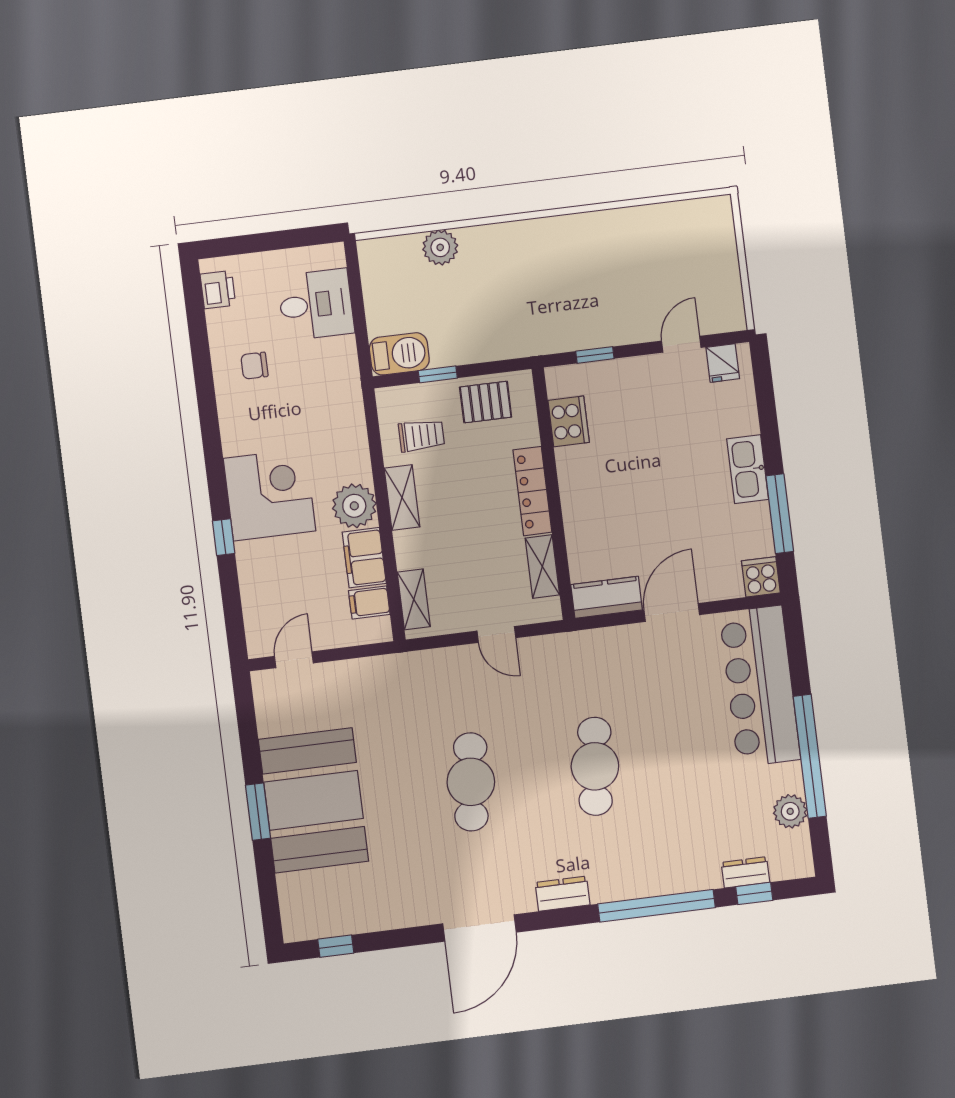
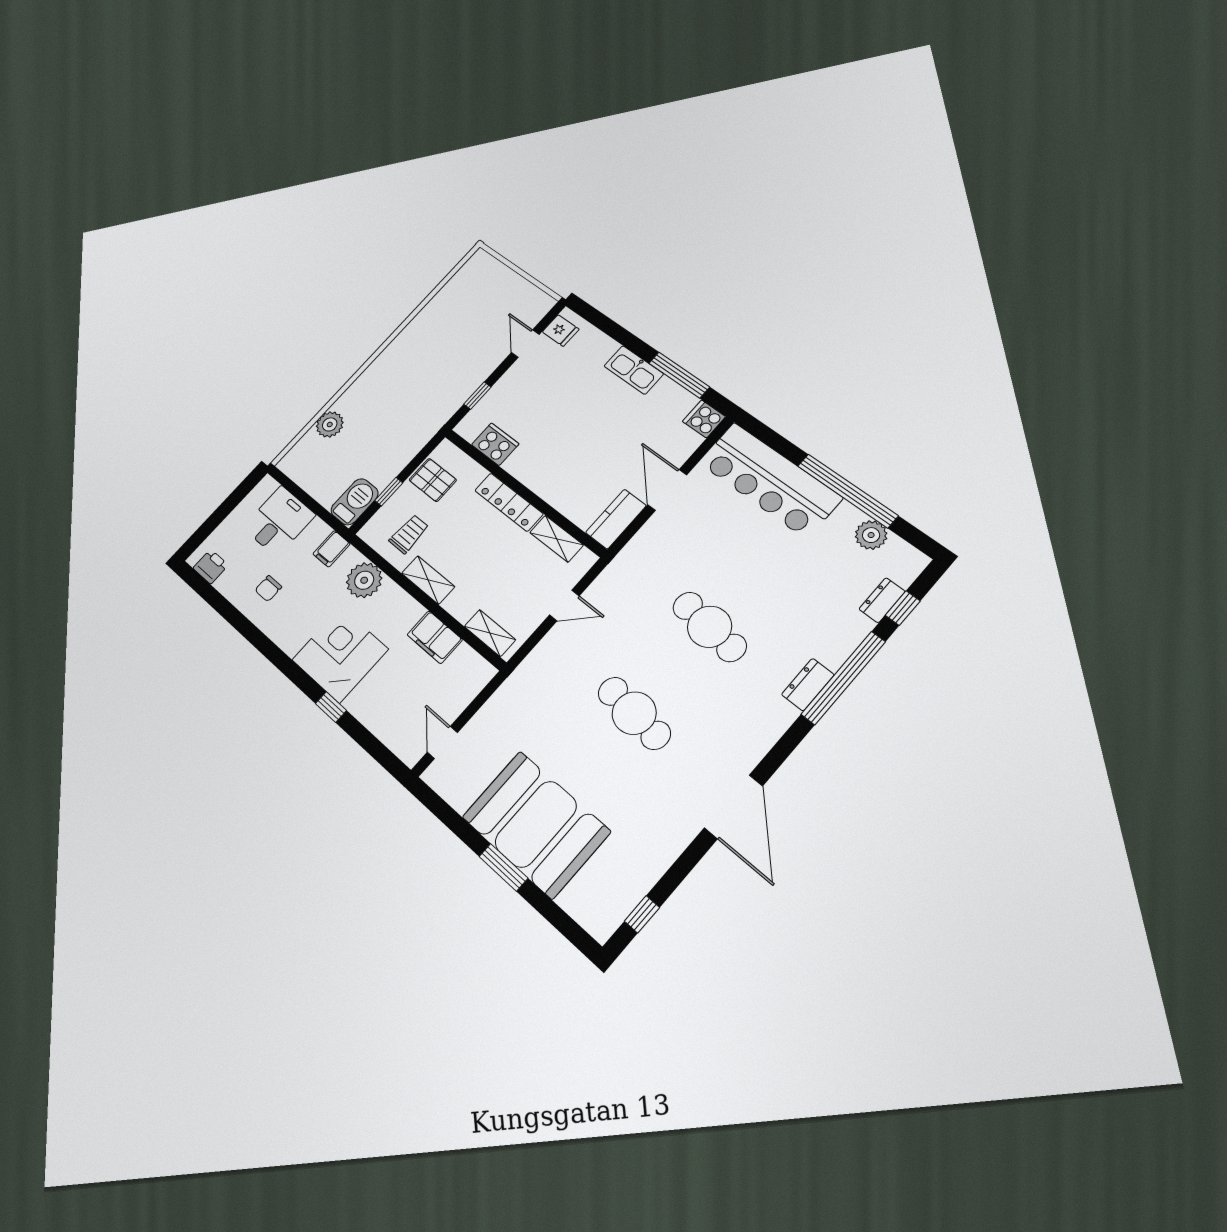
pallet: (486, 402) -> (433, 480), turned 90
plant: (354, 506) -> (364, 580), moved
filing cabinet: (369, 602) -> (332, 549), moved
dresser: (563, 894) -> (808, 685), moved

